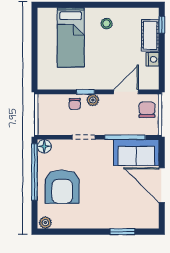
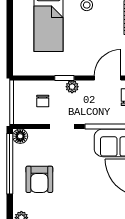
chair: (75, 104) -> (43, 101), moved
armchair: (62, 187) -> (39, 179), width x0.73, depth x0.73

